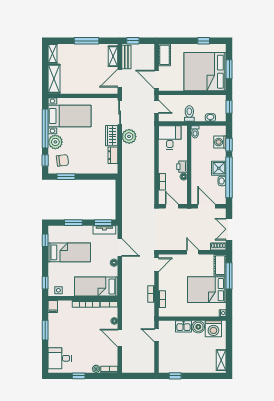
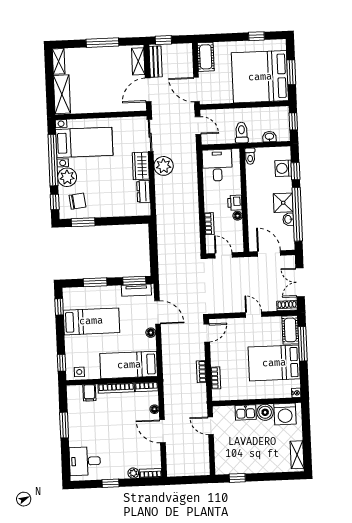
filing cabinet: (53, 306) -> (89, 393), moved

